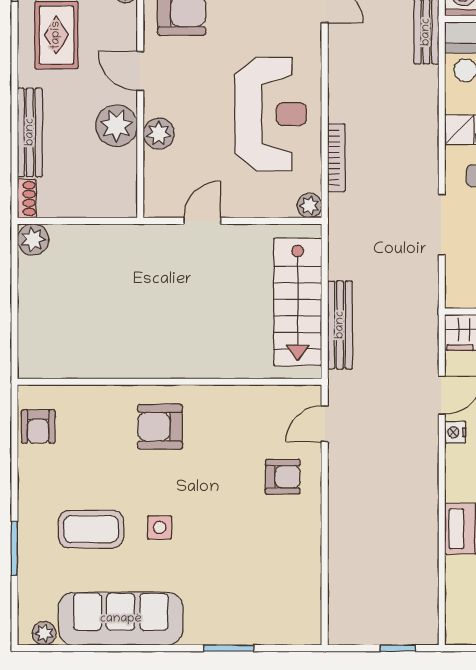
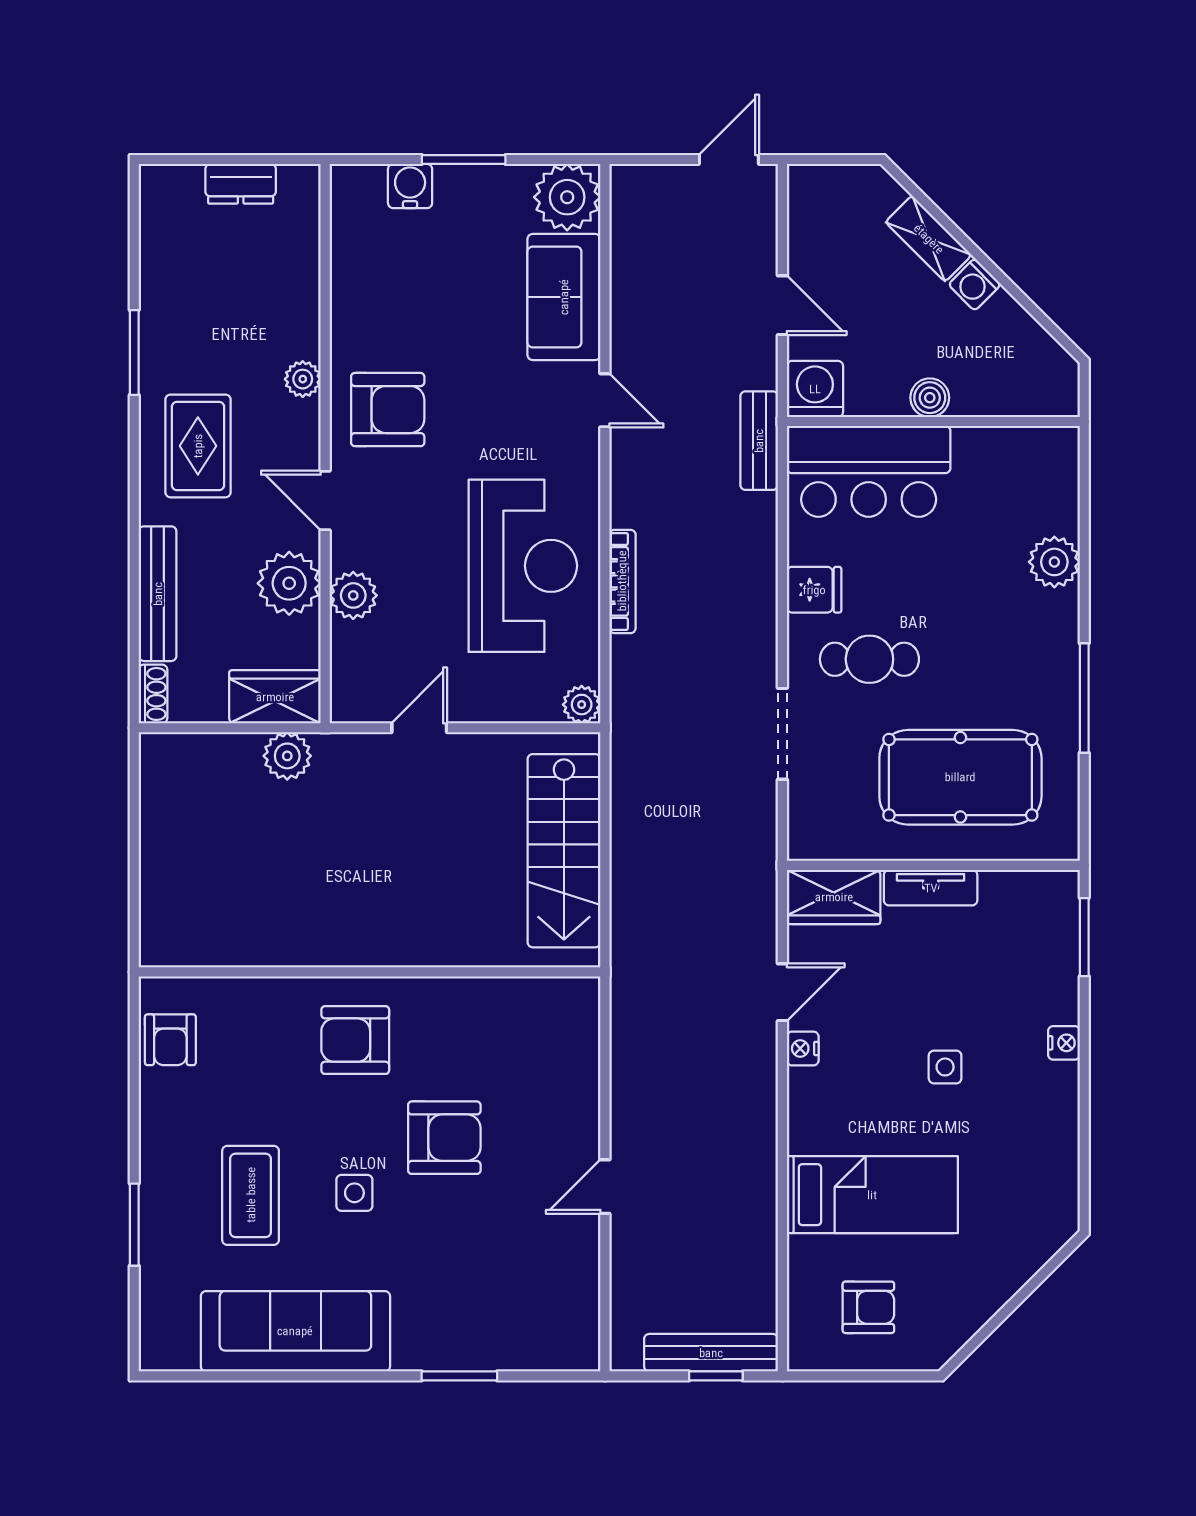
bookcase: (336, 158) -> (622, 581), moved
wardrobe: (107, 200) -> (275, 697), added
plant: (33, 239) -> (287, 756), moved
bench: (340, 325) -> (711, 1353), moved, turned 90
door: (325, 424) -> (605, 1187), moved
armchair: (283, 477) -> (444, 1138), moved, width x1.38, depth x1.38
coffee table: (91, 529) -> (251, 1195), turned 90
plant: (44, 633) -> (179, 1353), removed

